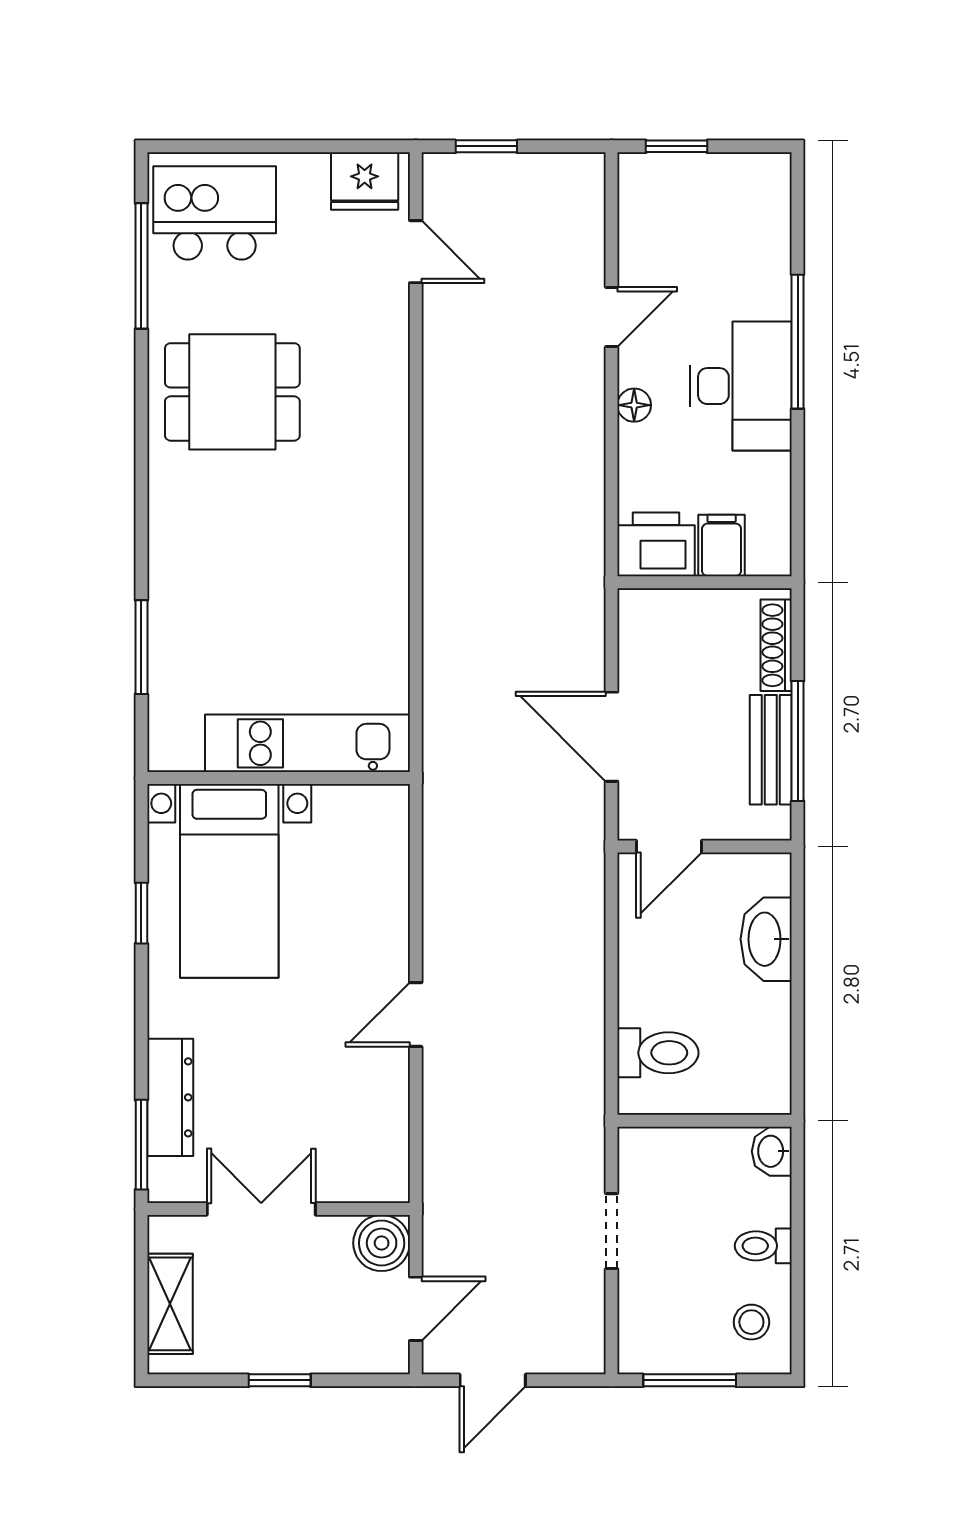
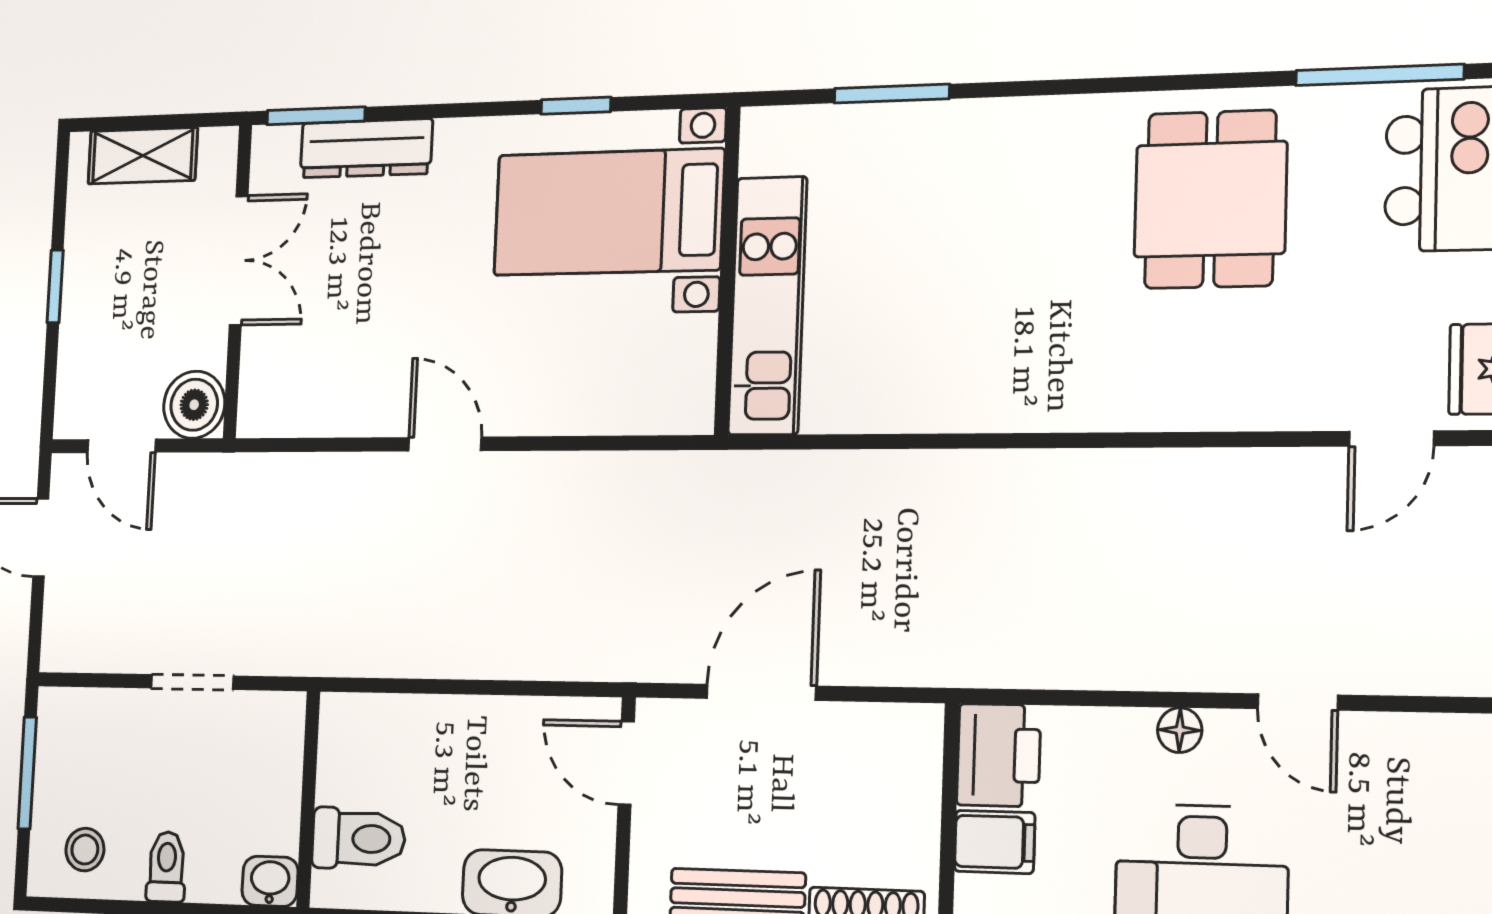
toilet: (658, 1053) -> (358, 839), moved, turned -90

